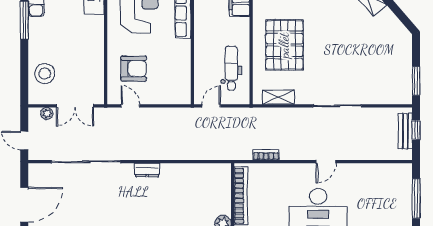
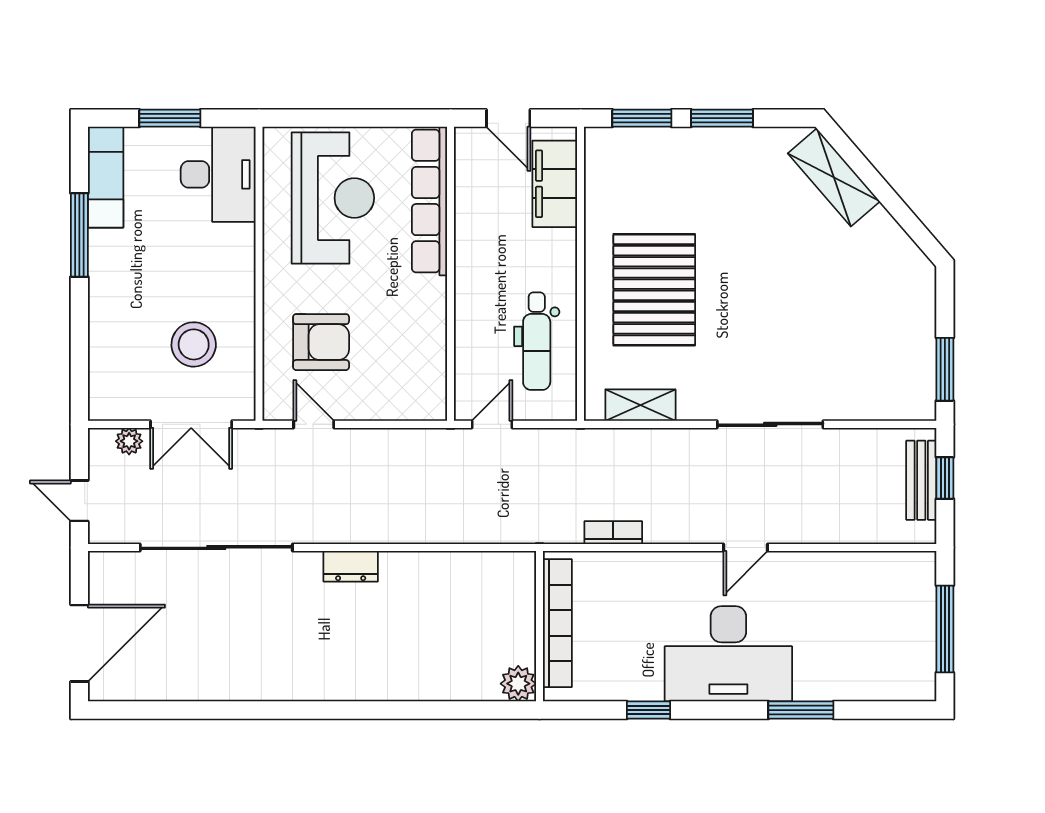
dental chair: (231, 68) -> (537, 341), turned 180
stool: (45, 74) -> (194, 344), moved

